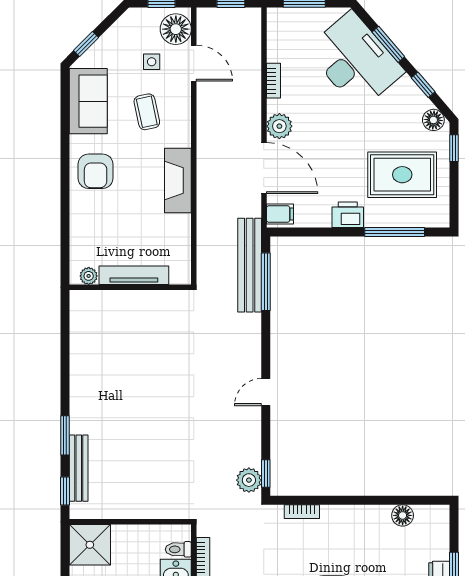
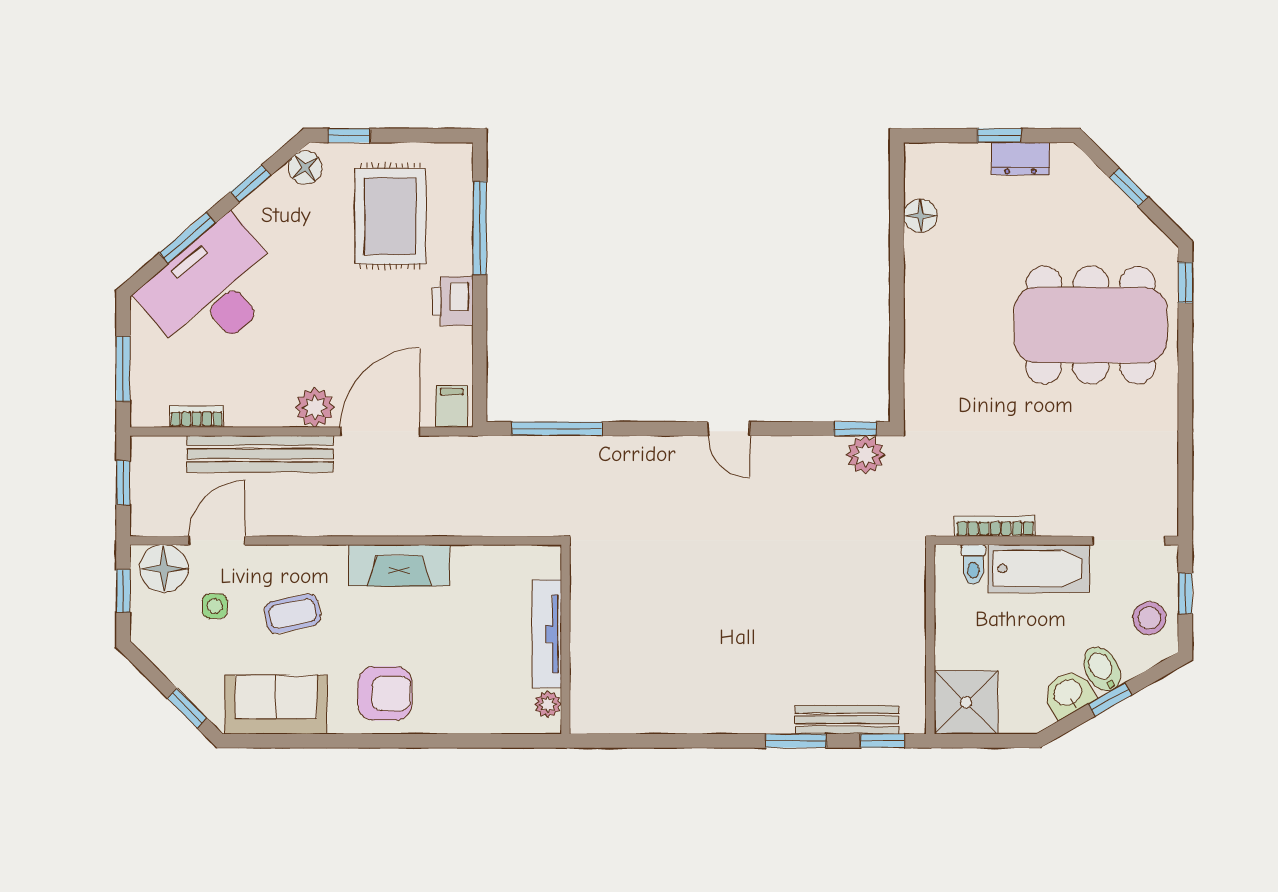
bookcase: (274, 81) -> (197, 416), moved
bench: (250, 265) -> (260, 454), moved
bookcase: (302, 512) -> (915, 372), removed

